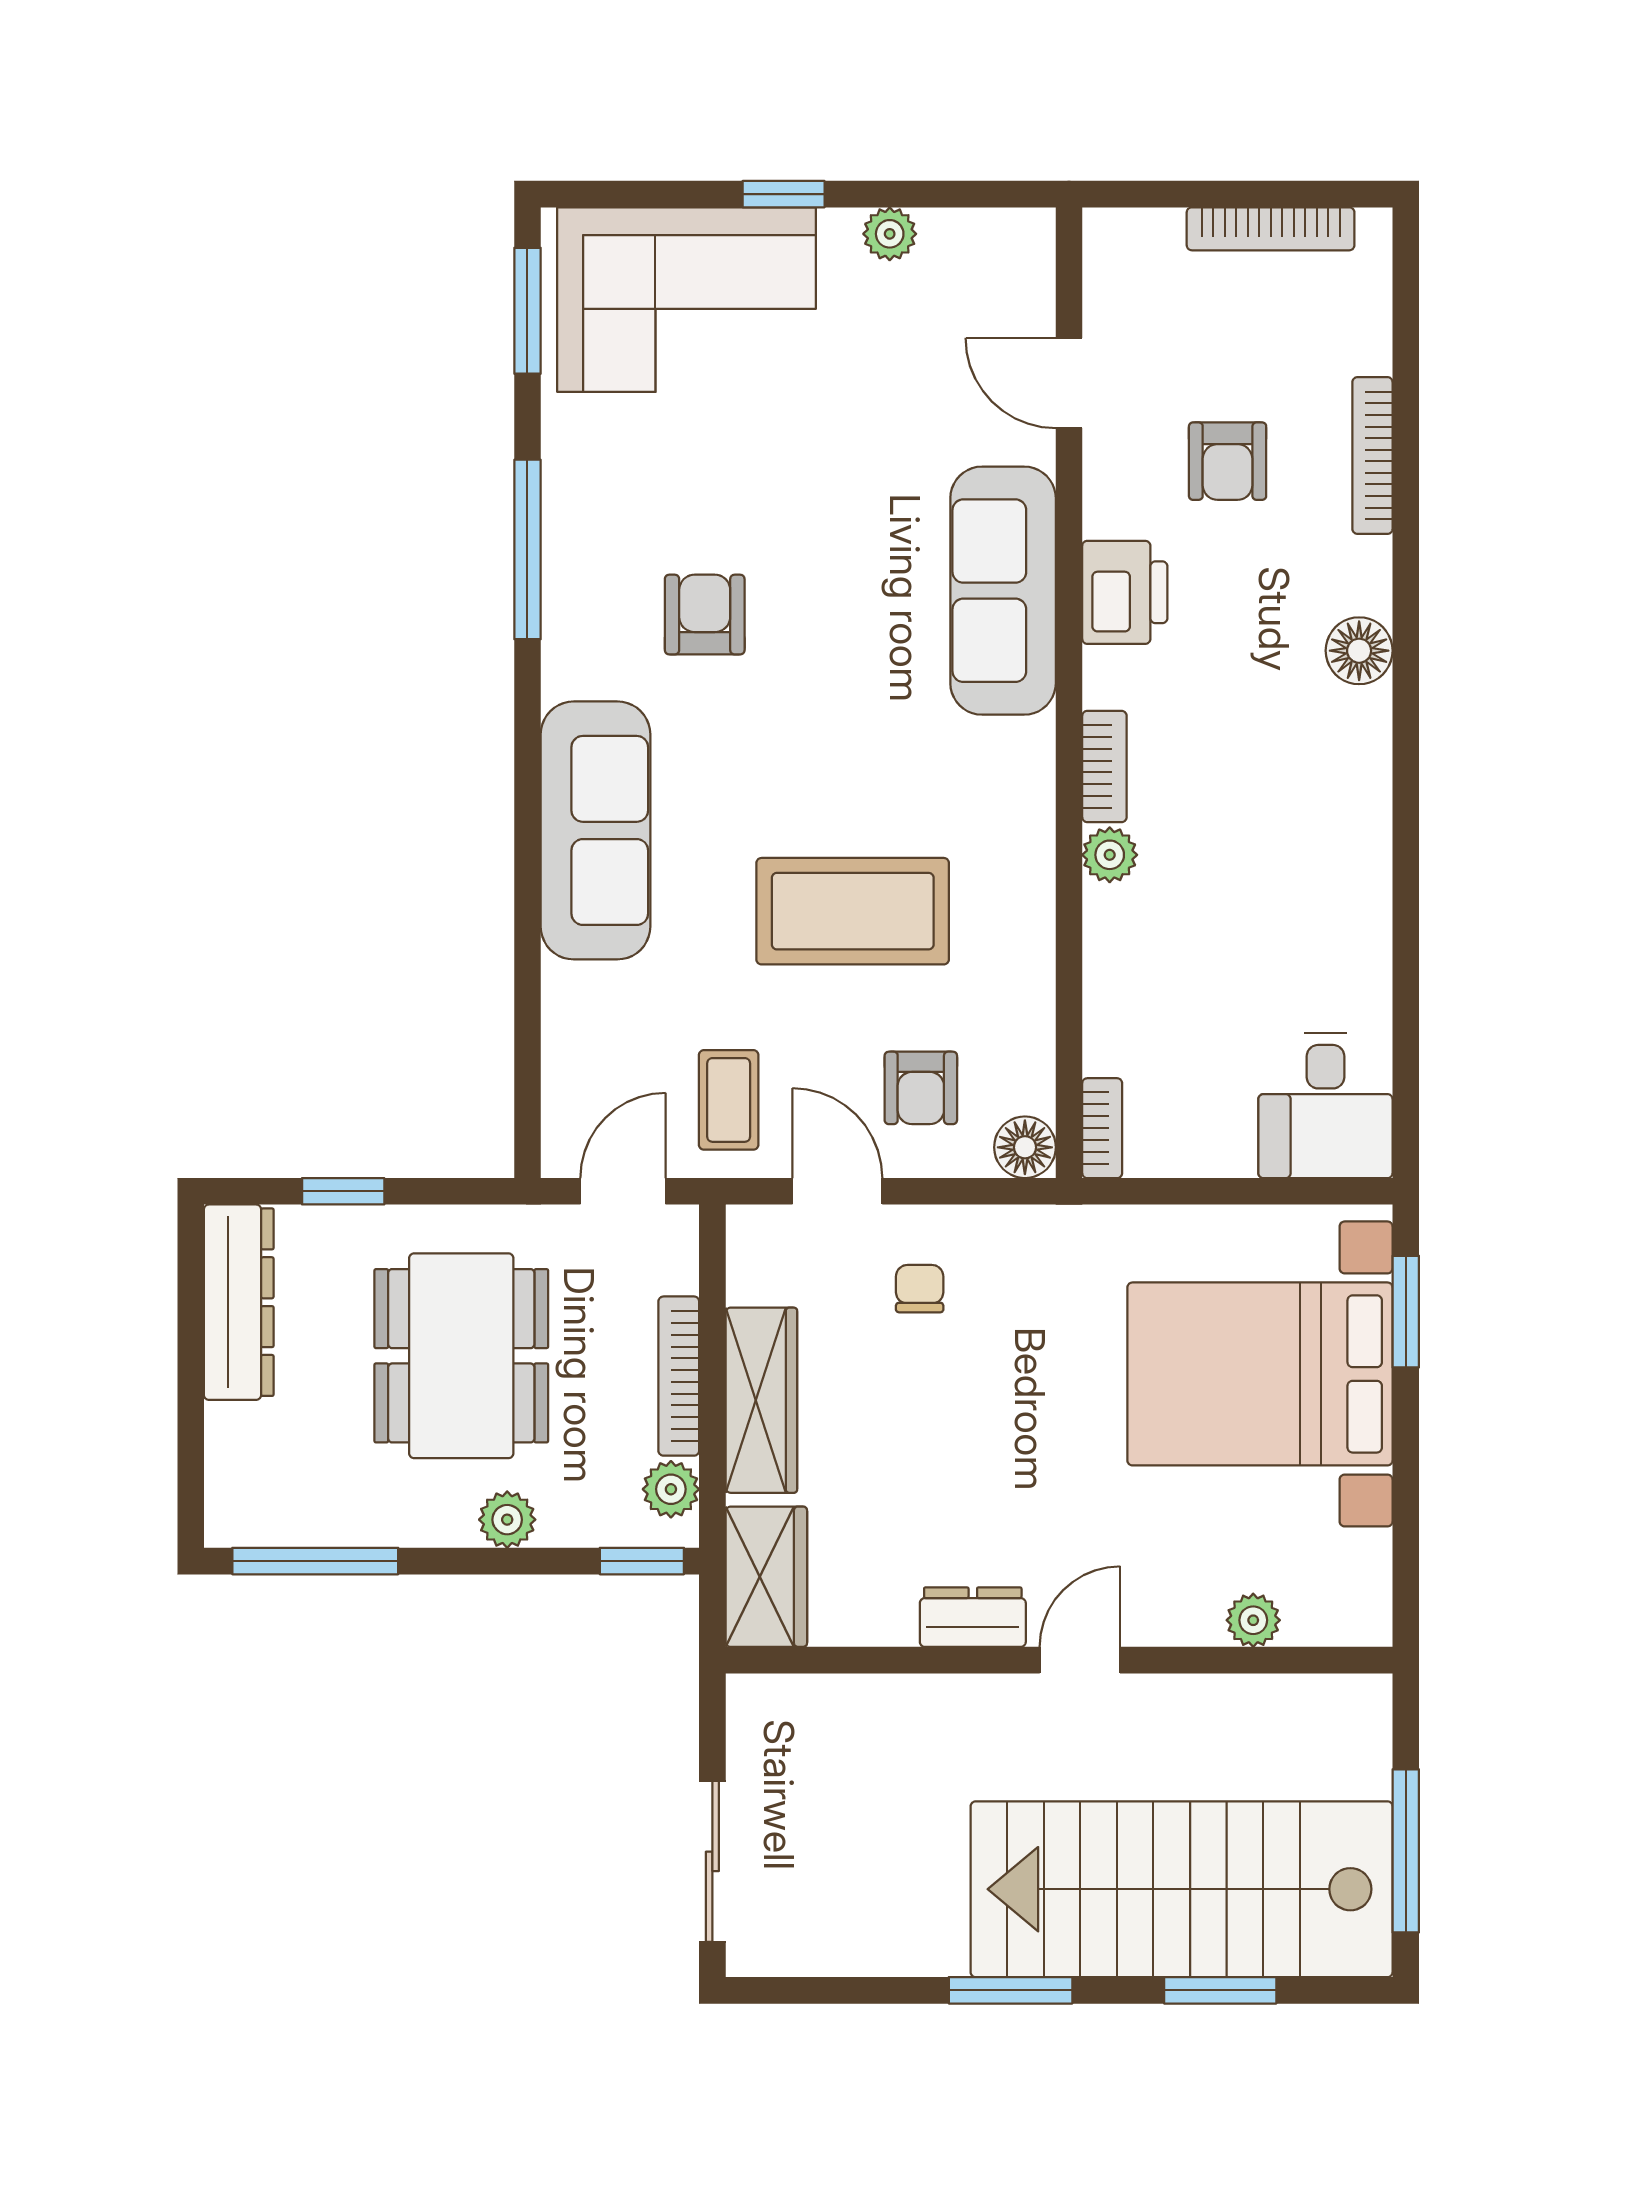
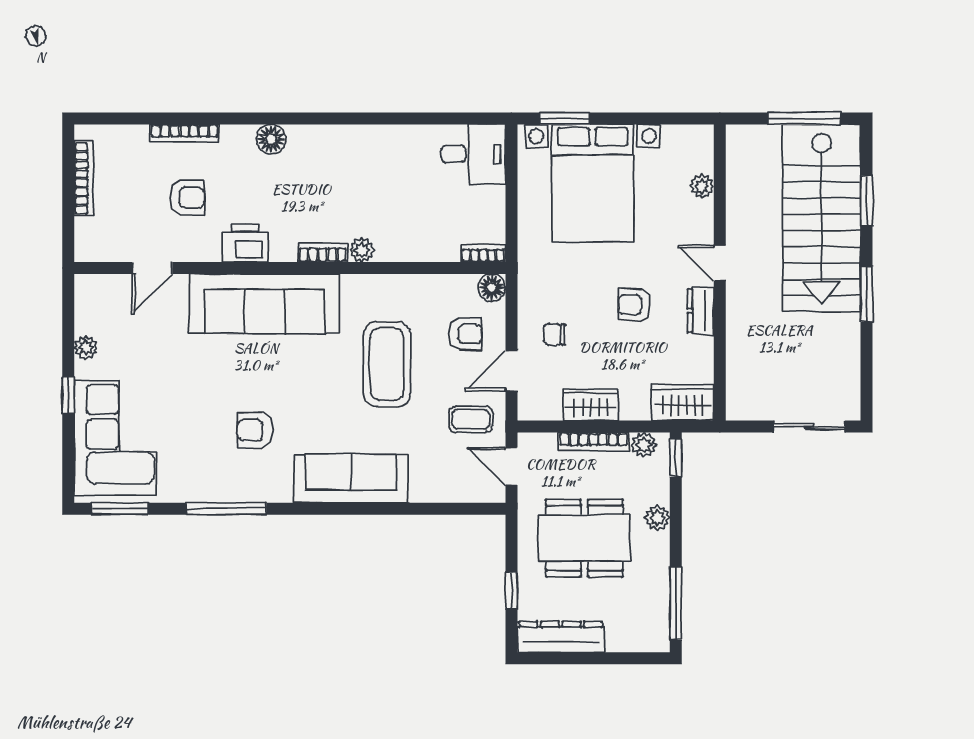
sofa: (1003, 591) -> (264, 304), width x1.36, depth x1.27
wardrobe: (761, 1400) -> (591, 405), width x0.67
armchair: (986, 1468) -> (635, 305), added

